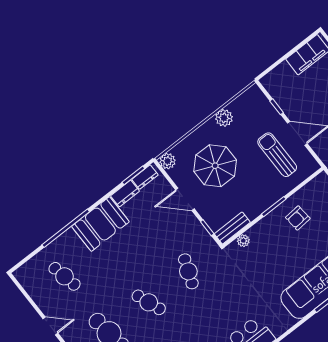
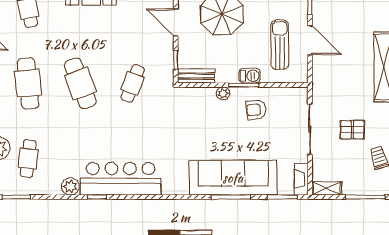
barbecue: (273, 196) -> (250, 76), added
plant: (243, 241) -> (223, 93), moved
cafe table: (149, 302) -> (80, 83), width x1.37, depth x1.35

